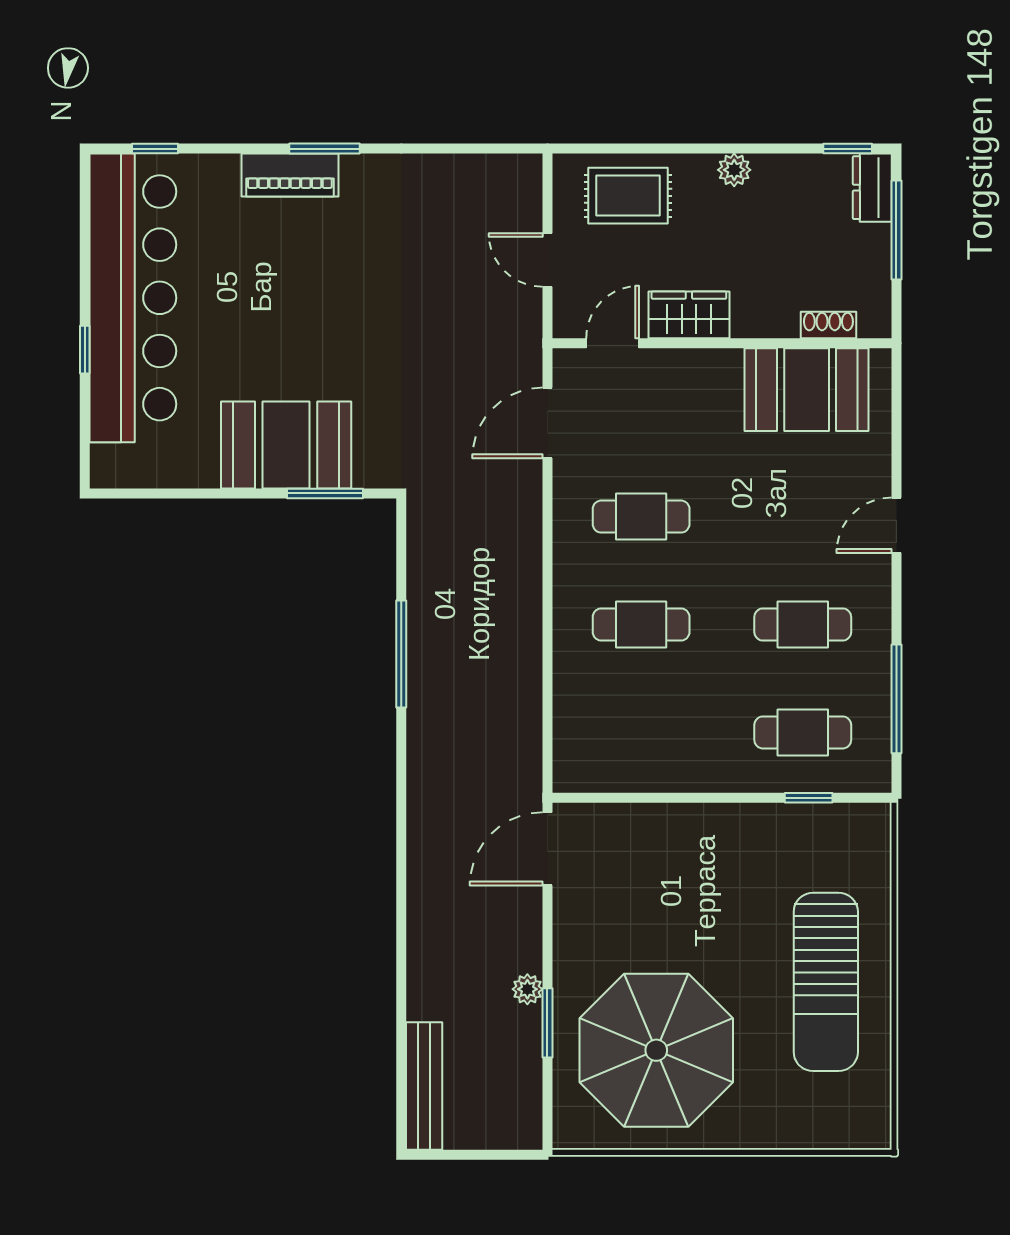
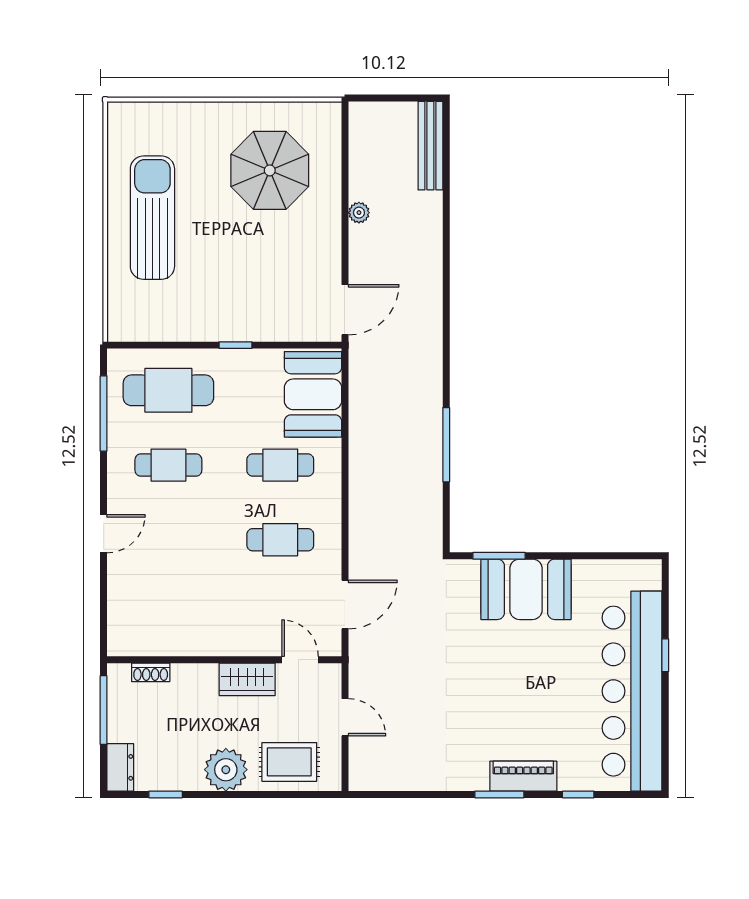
window: (155, 149) -> (578, 794), moved
window: (848, 149) -> (166, 794), moved
plant: (734, 170) -> (226, 770), width x1.88, depth x1.88
window: (896, 230) -> (104, 710), moved
door: (613, 343) -> (300, 660), swing flipped
booth: (807, 390) -> (313, 394), moved, turned 90
cafe table: (803, 732) -> (168, 390), width x1.37, depth x1.35
window: (809, 798) -> (235, 345), moved
window: (547, 1023) -> (345, 189), removed
parasol: (656, 1050) -> (270, 170), width x0.73, depth x0.73

